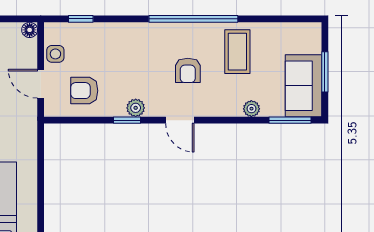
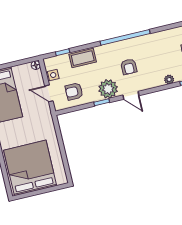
coffee table: (237, 52) -> (83, 58), moved, turned 90
plant: (136, 108) -> (108, 89), width x1.88, depth x1.88

